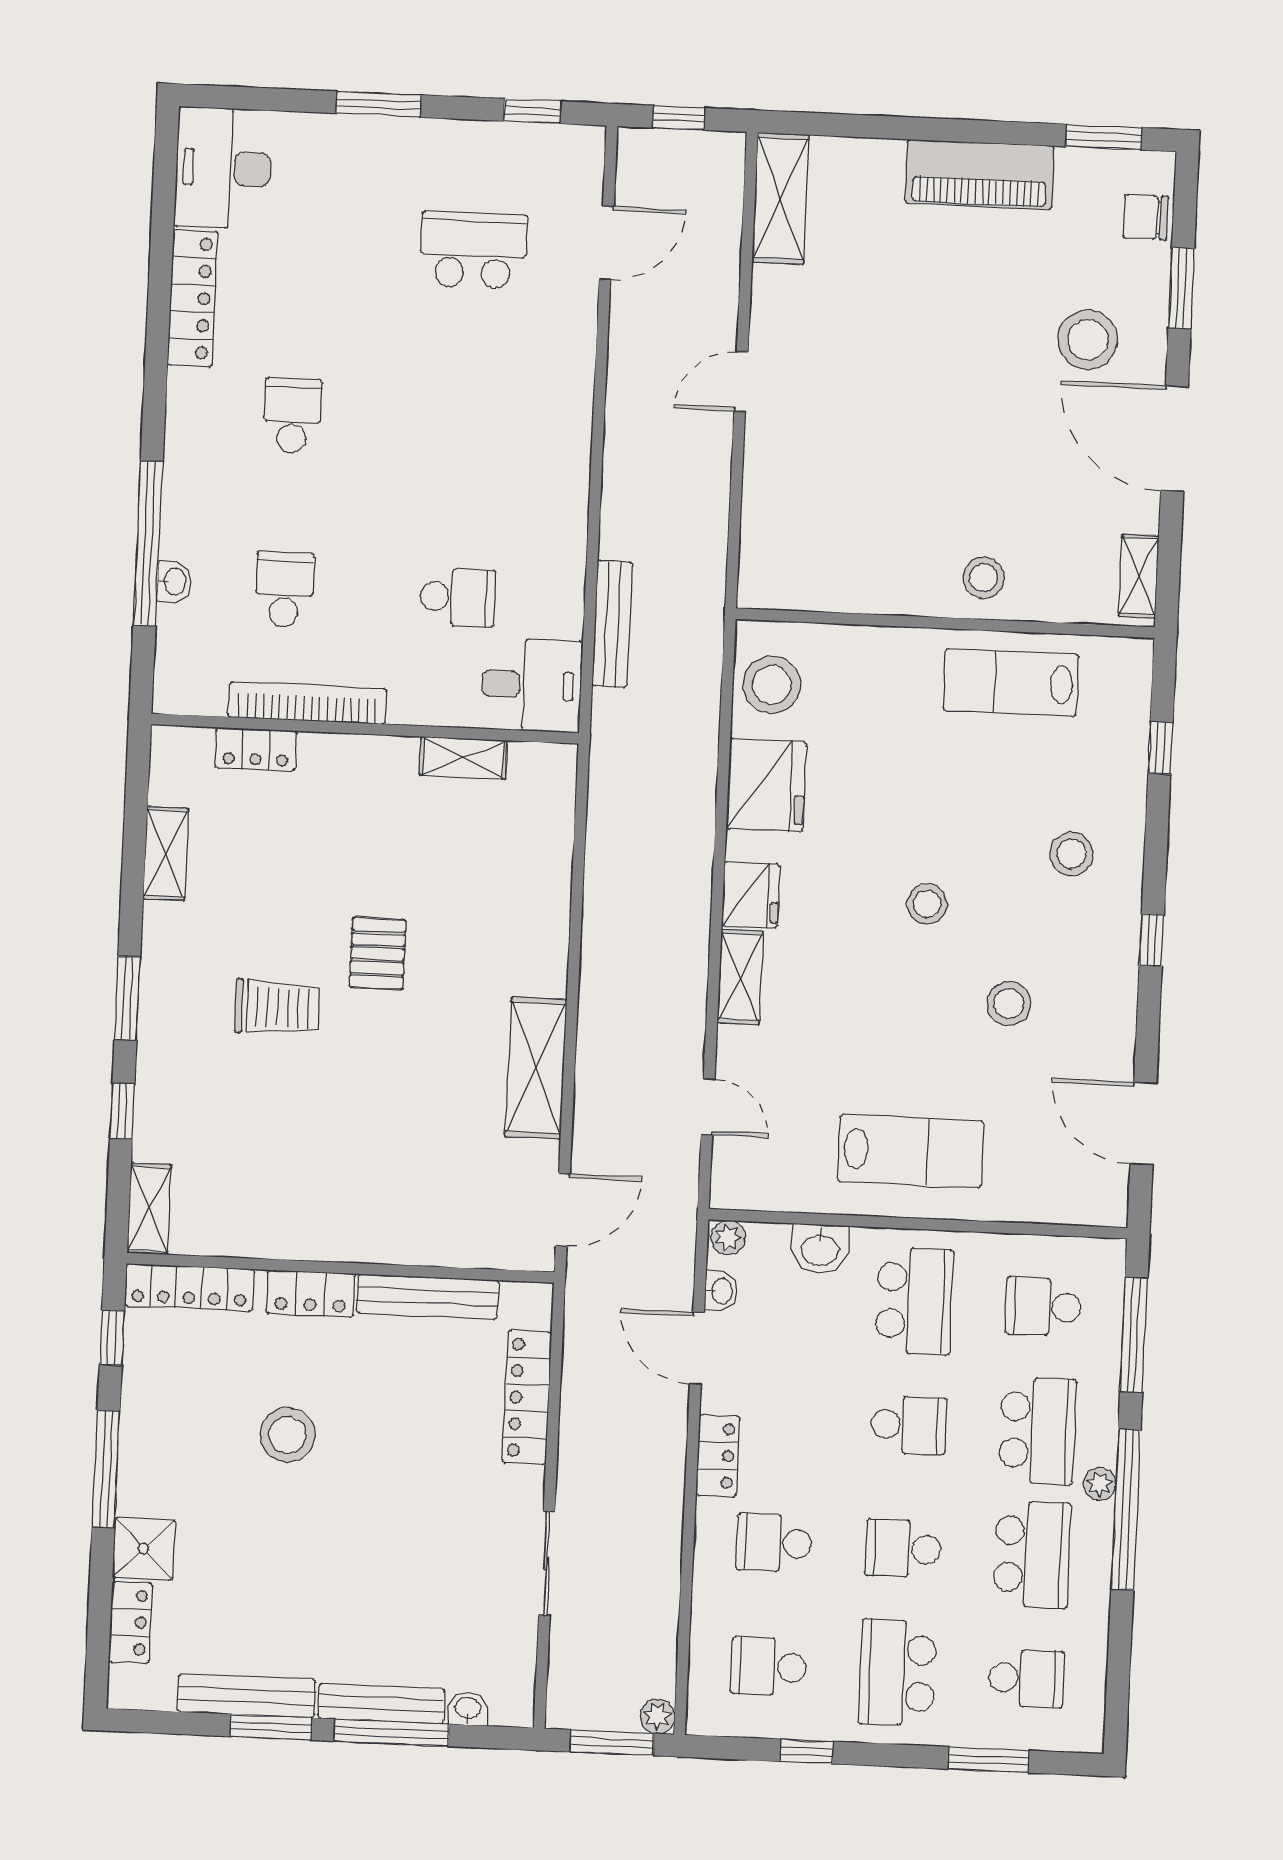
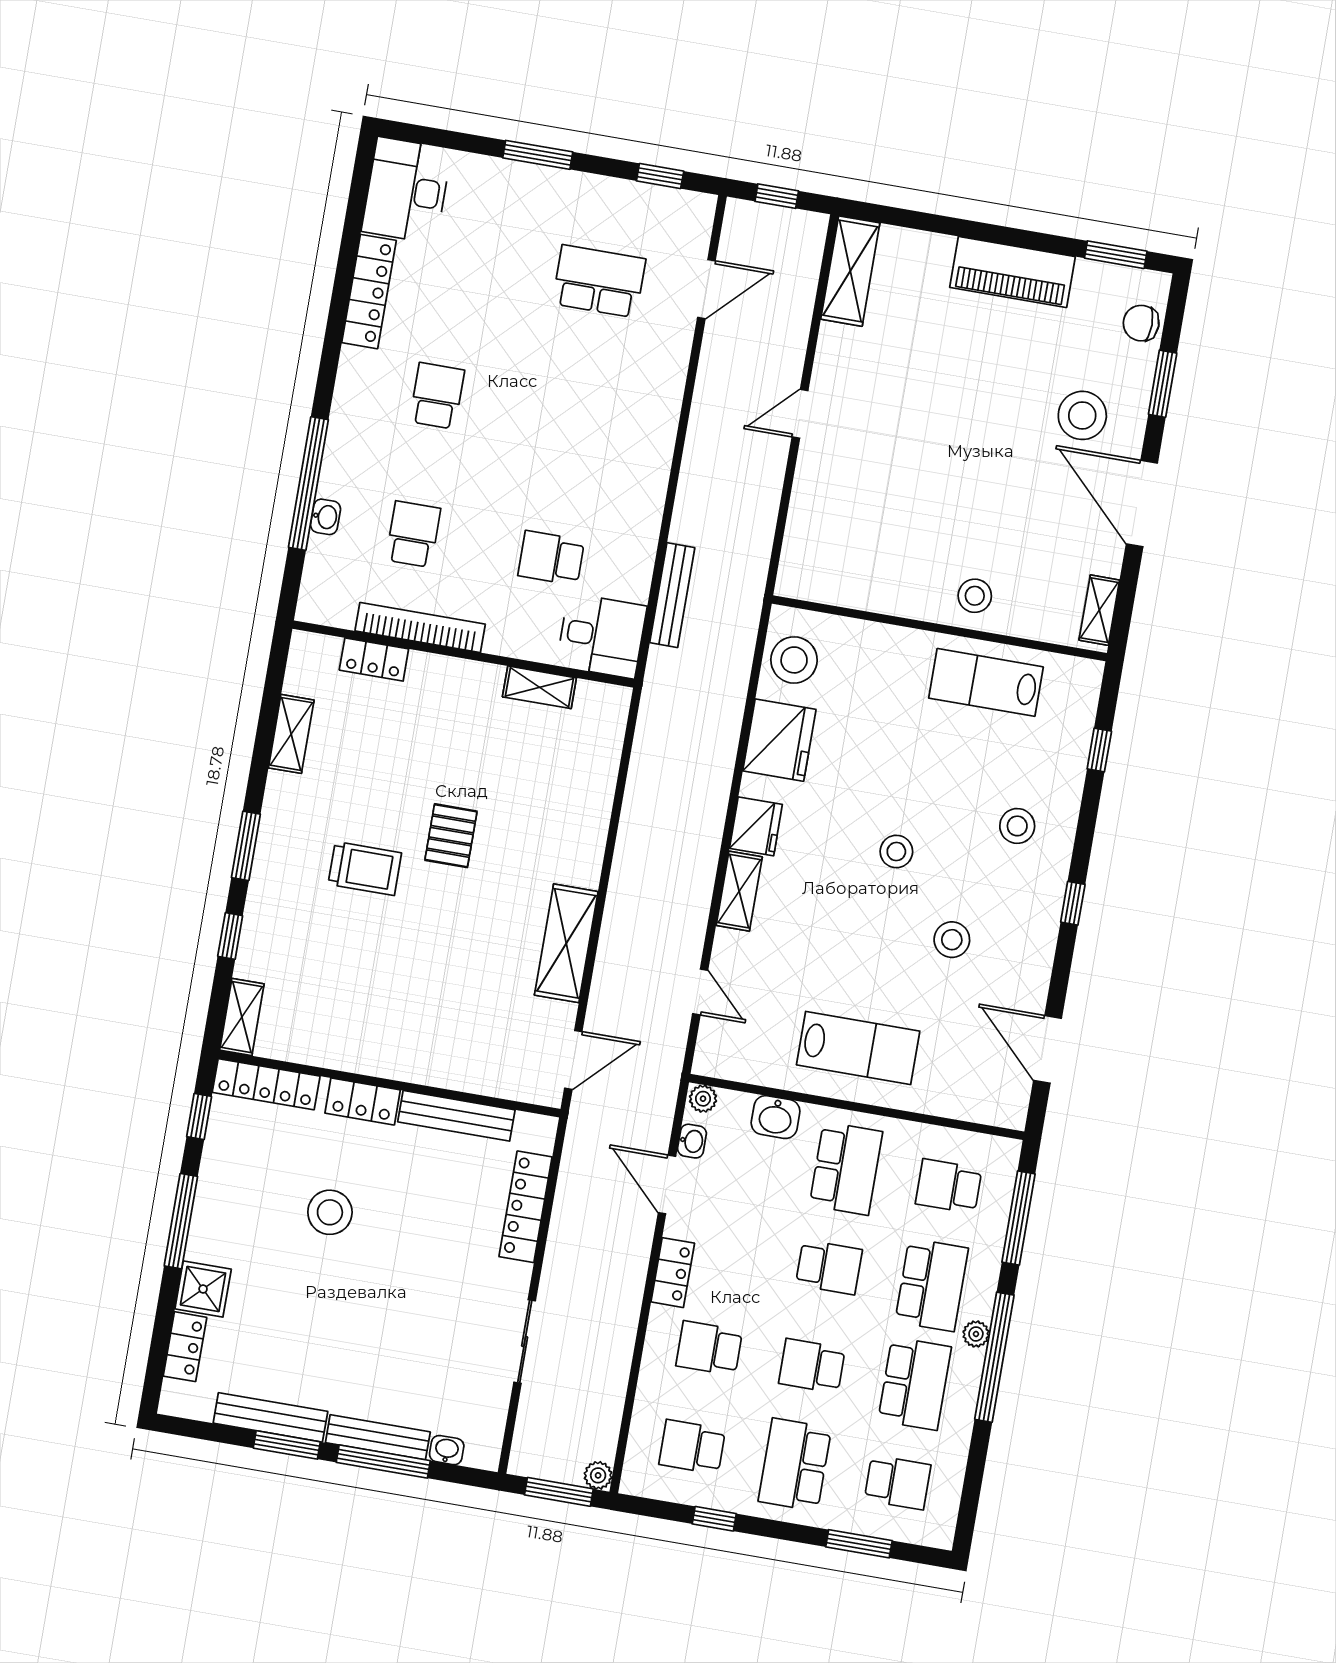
school desk: (458, 597) -> (551, 558), turned 180

